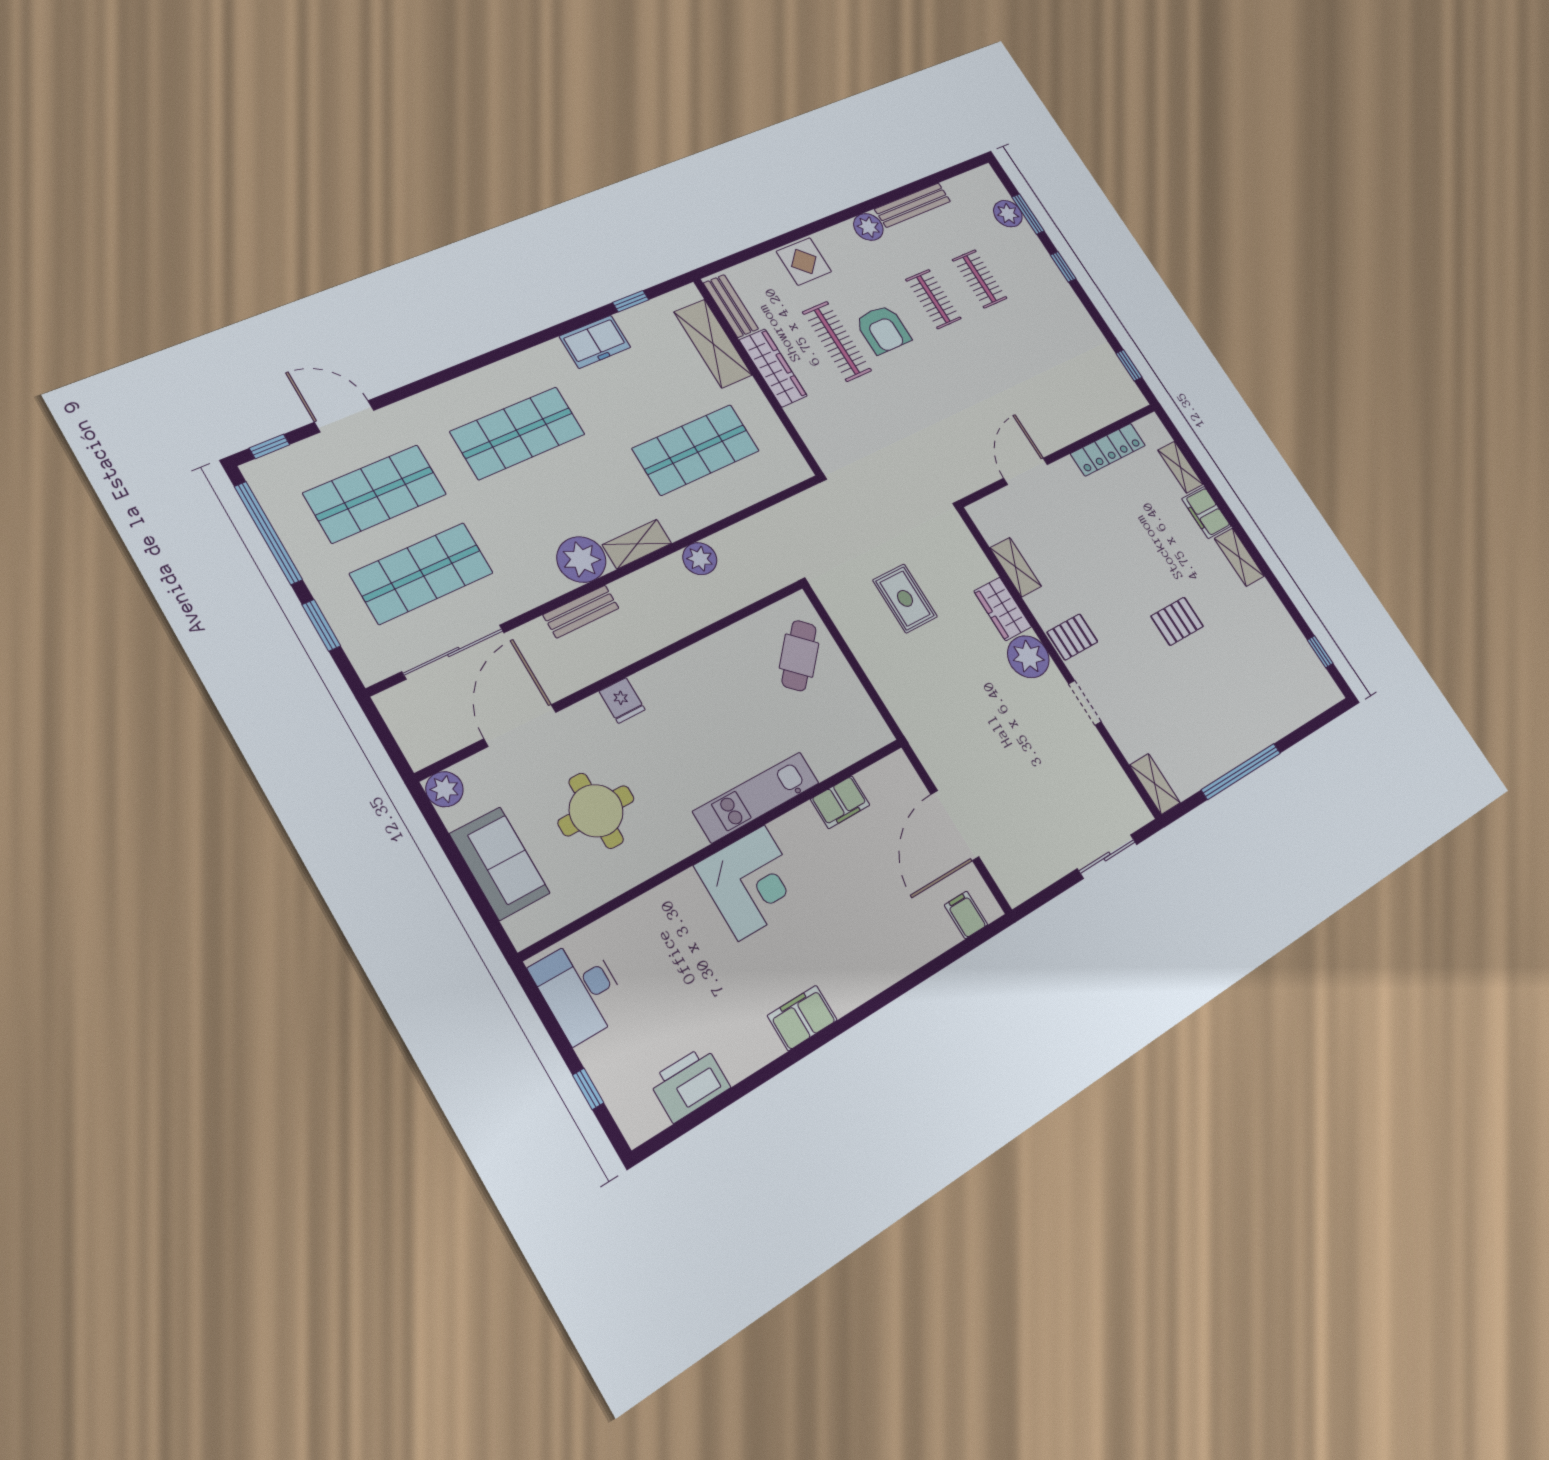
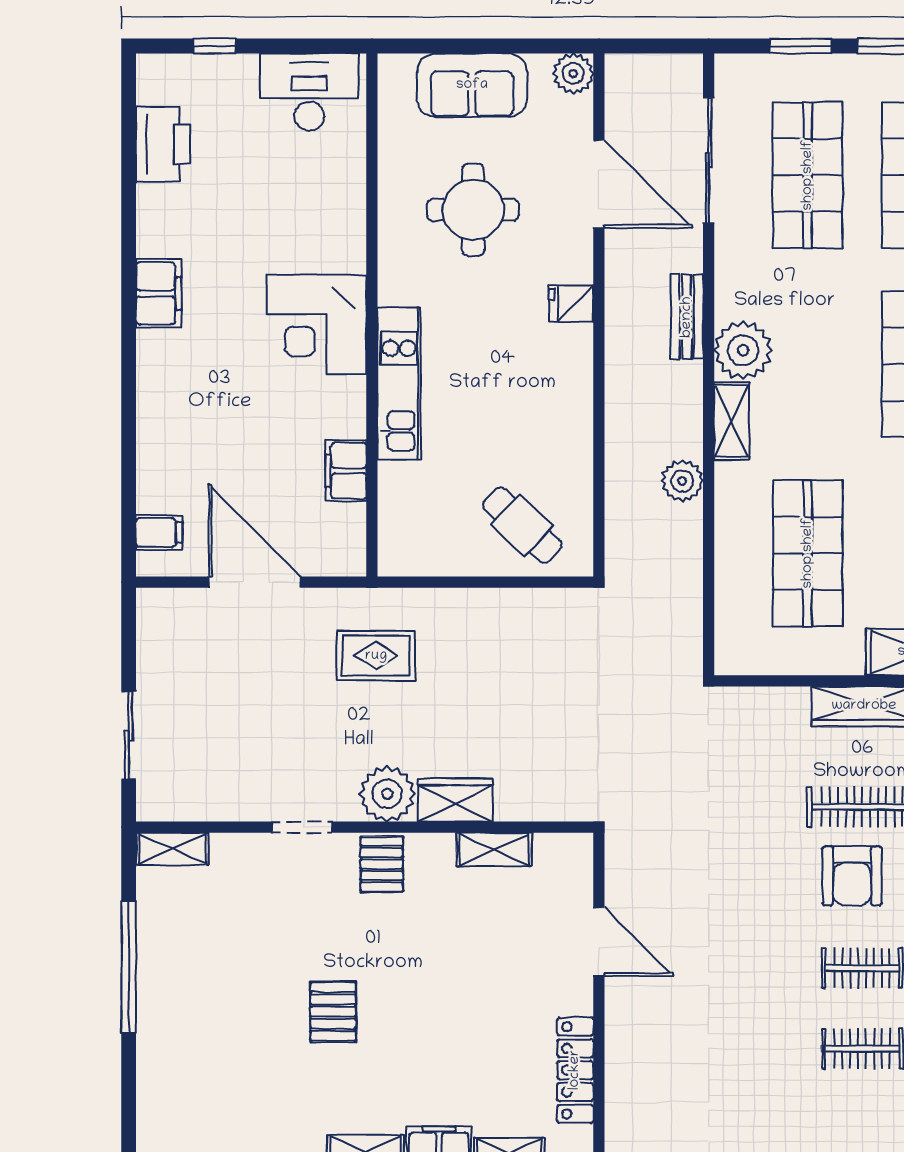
armchair: (883, 329) -> (852, 876), turned -90
rug: (905, 598) -> (376, 656), moved

